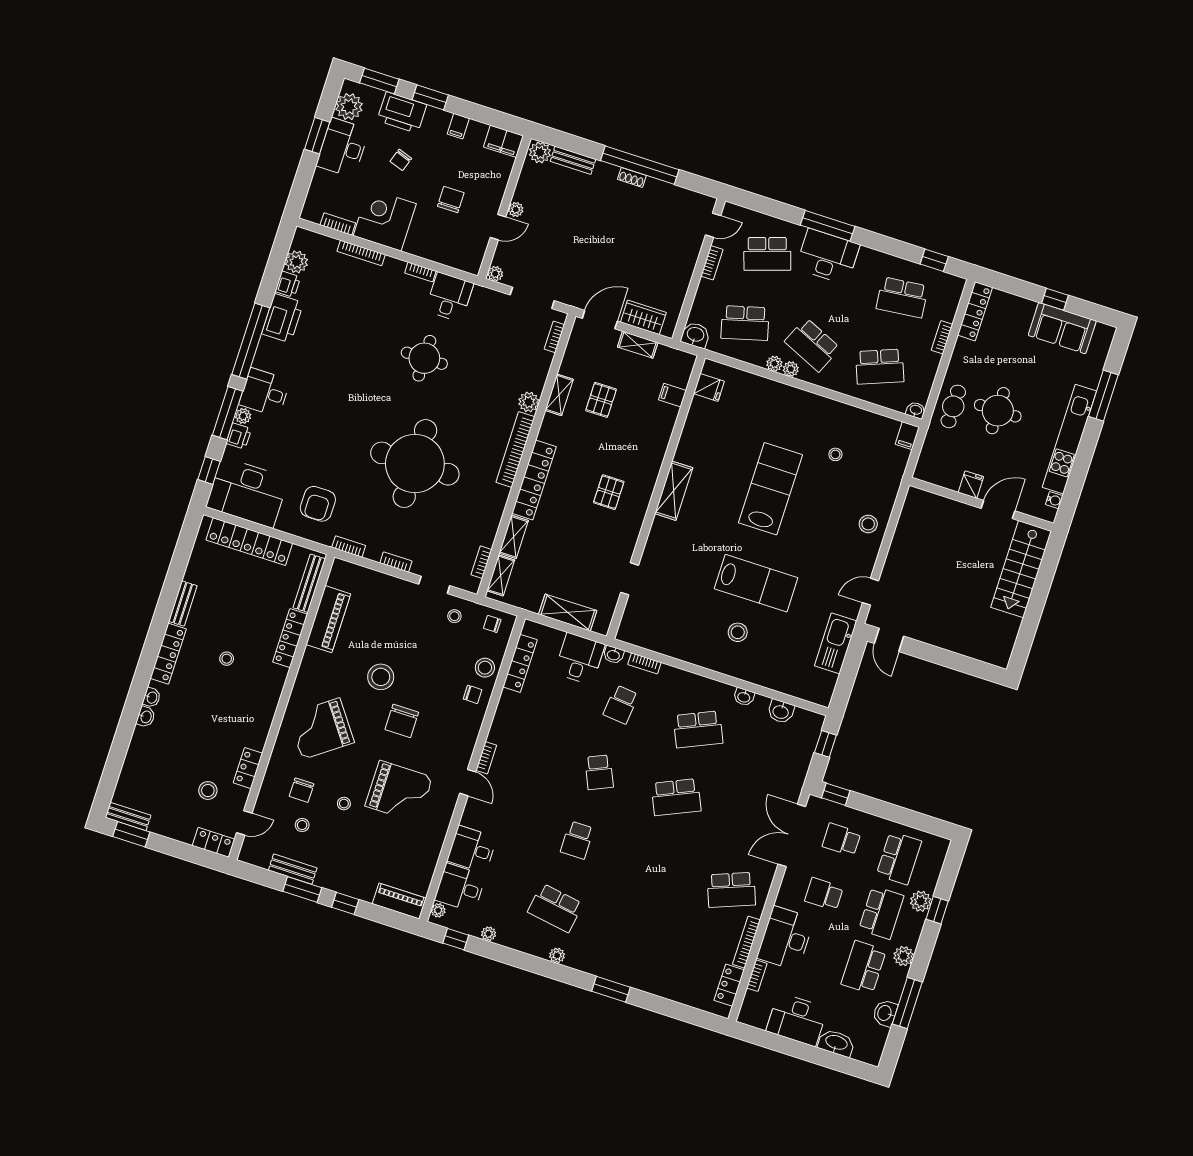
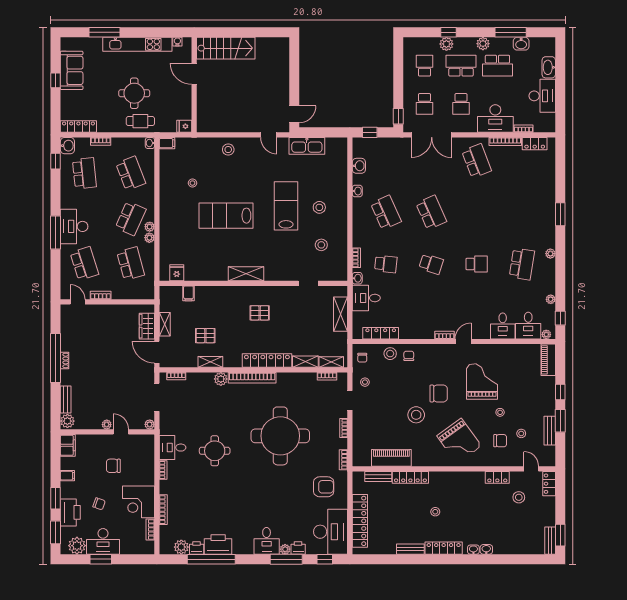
washbasin: (695, 335) -> (67, 146), moved, turned 180
window: (251, 341) -> (211, 559), moved
fridge: (971, 485) -> (184, 126), moved
bench: (309, 583) -> (378, 476), width x0.73
stool: (681, 617) -> (321, 245), added
school desk: (599, 772) -> (431, 264), turned 42
school desk: (899, 858) -> (425, 66), width x0.54

